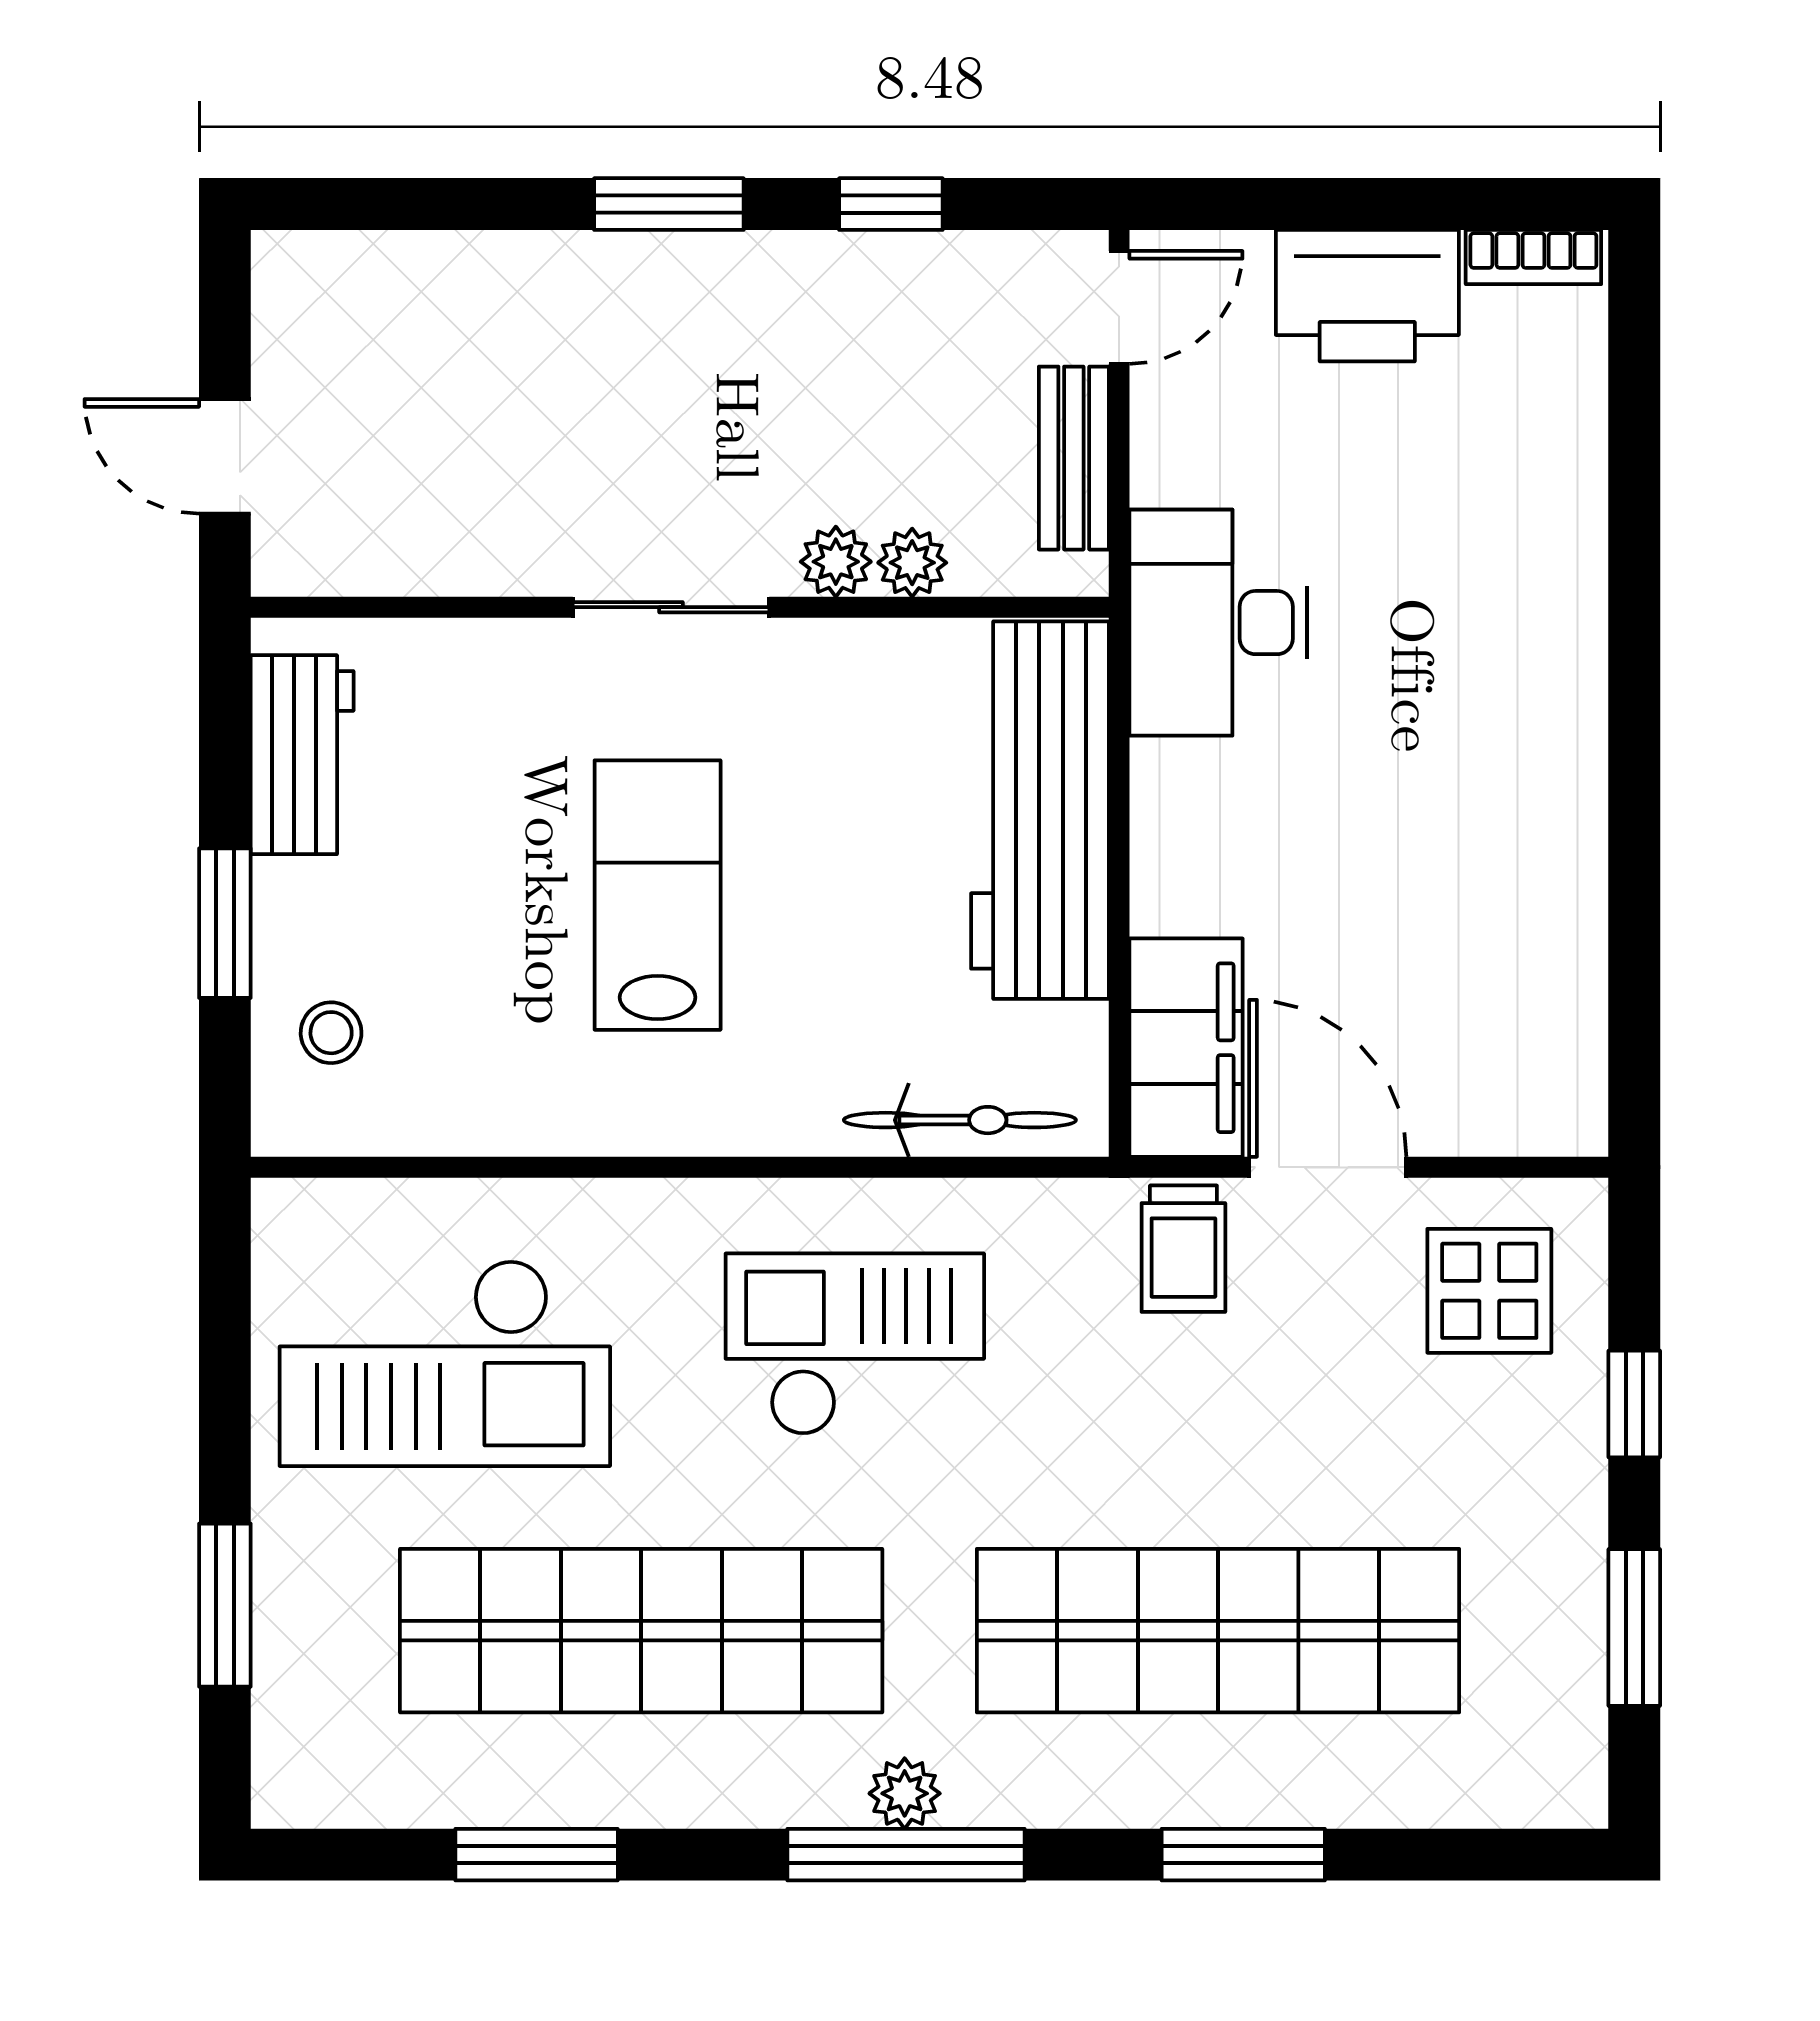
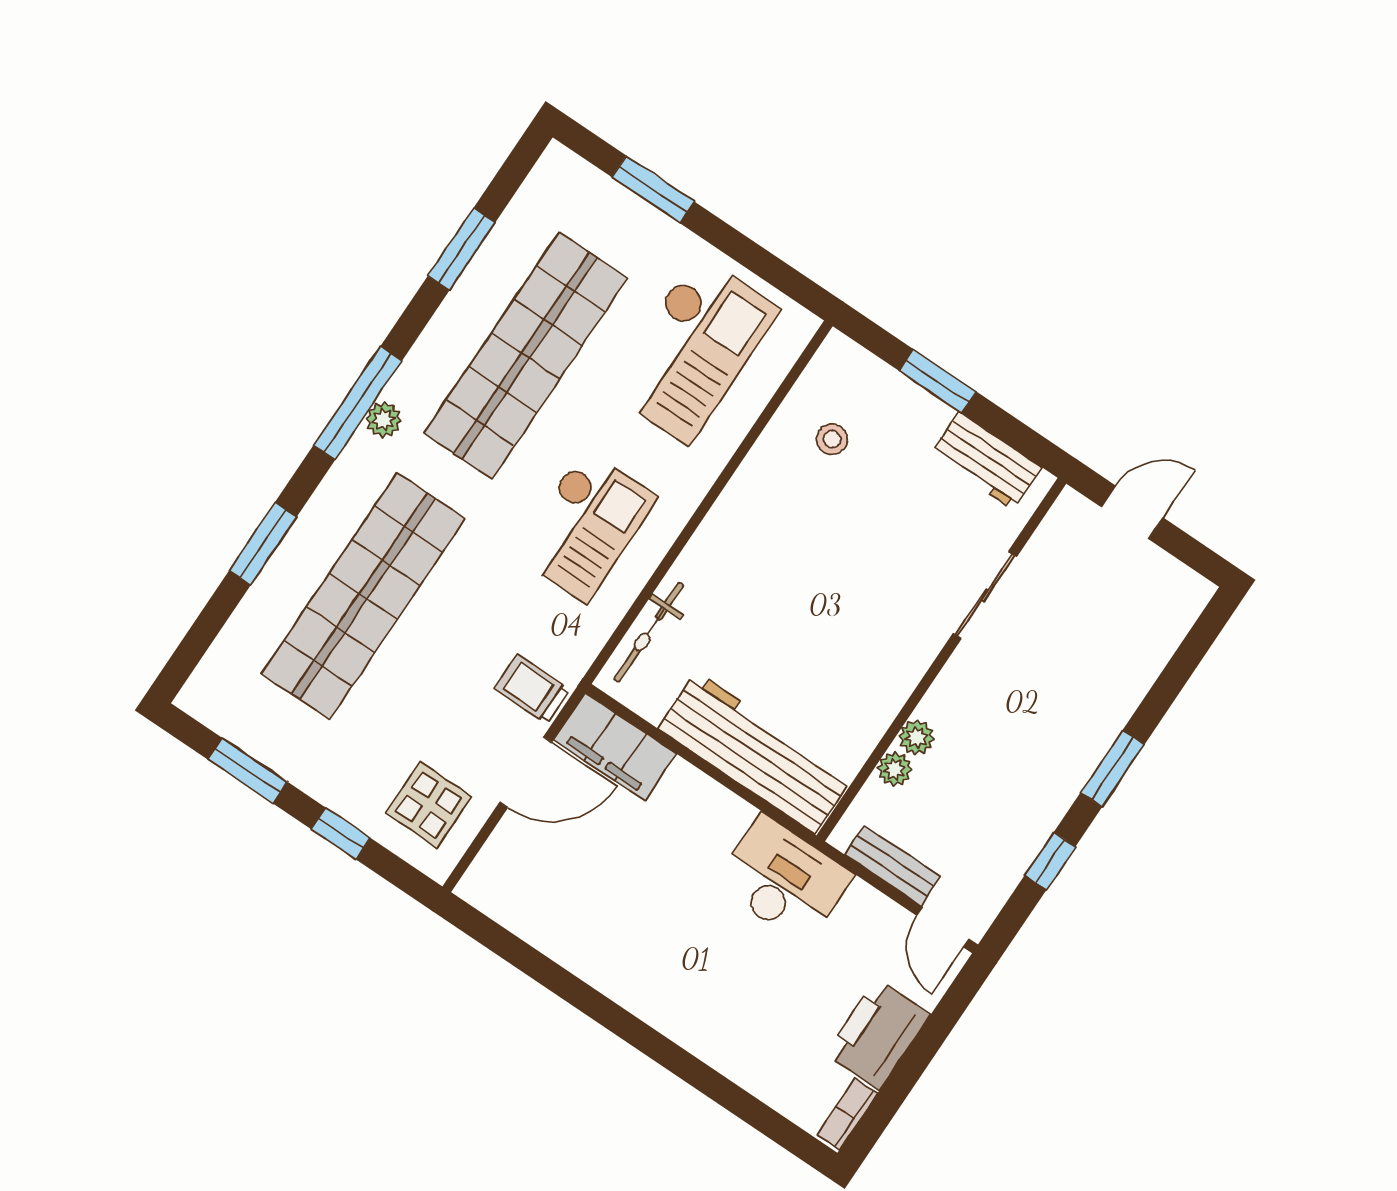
sliding door: (671, 607) -> (985, 595), moved
lab bench: (658, 895) -> (828, 569), removed
stool: (331, 1033) -> (832, 439), moved
checkout: (445, 1363) -> (692, 349), turned 180

